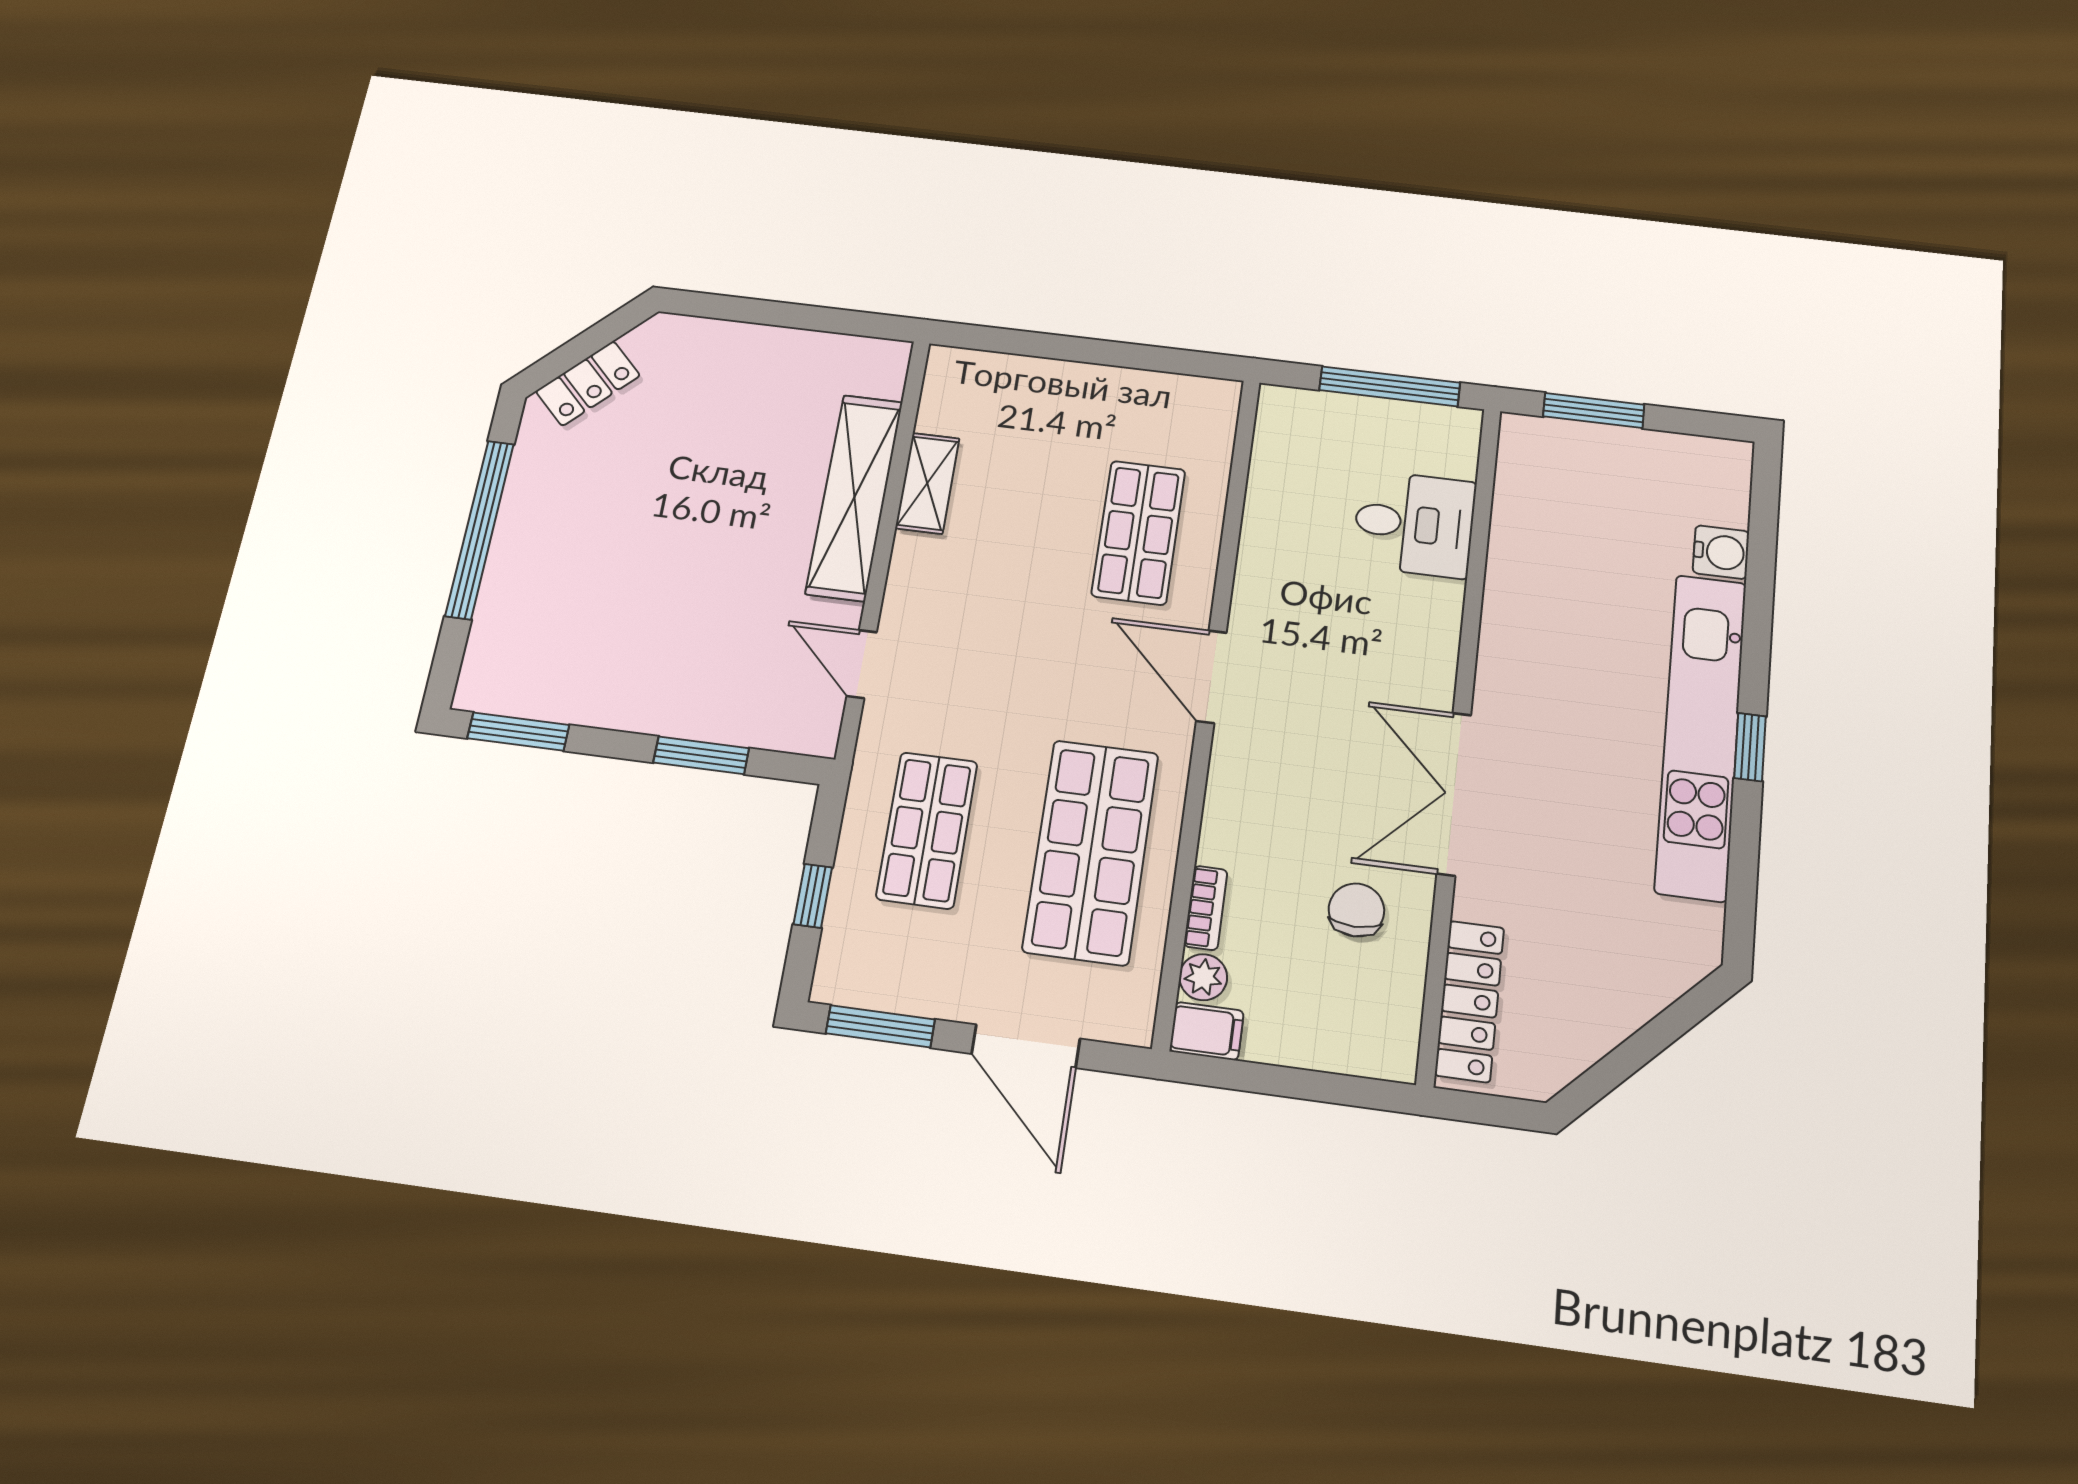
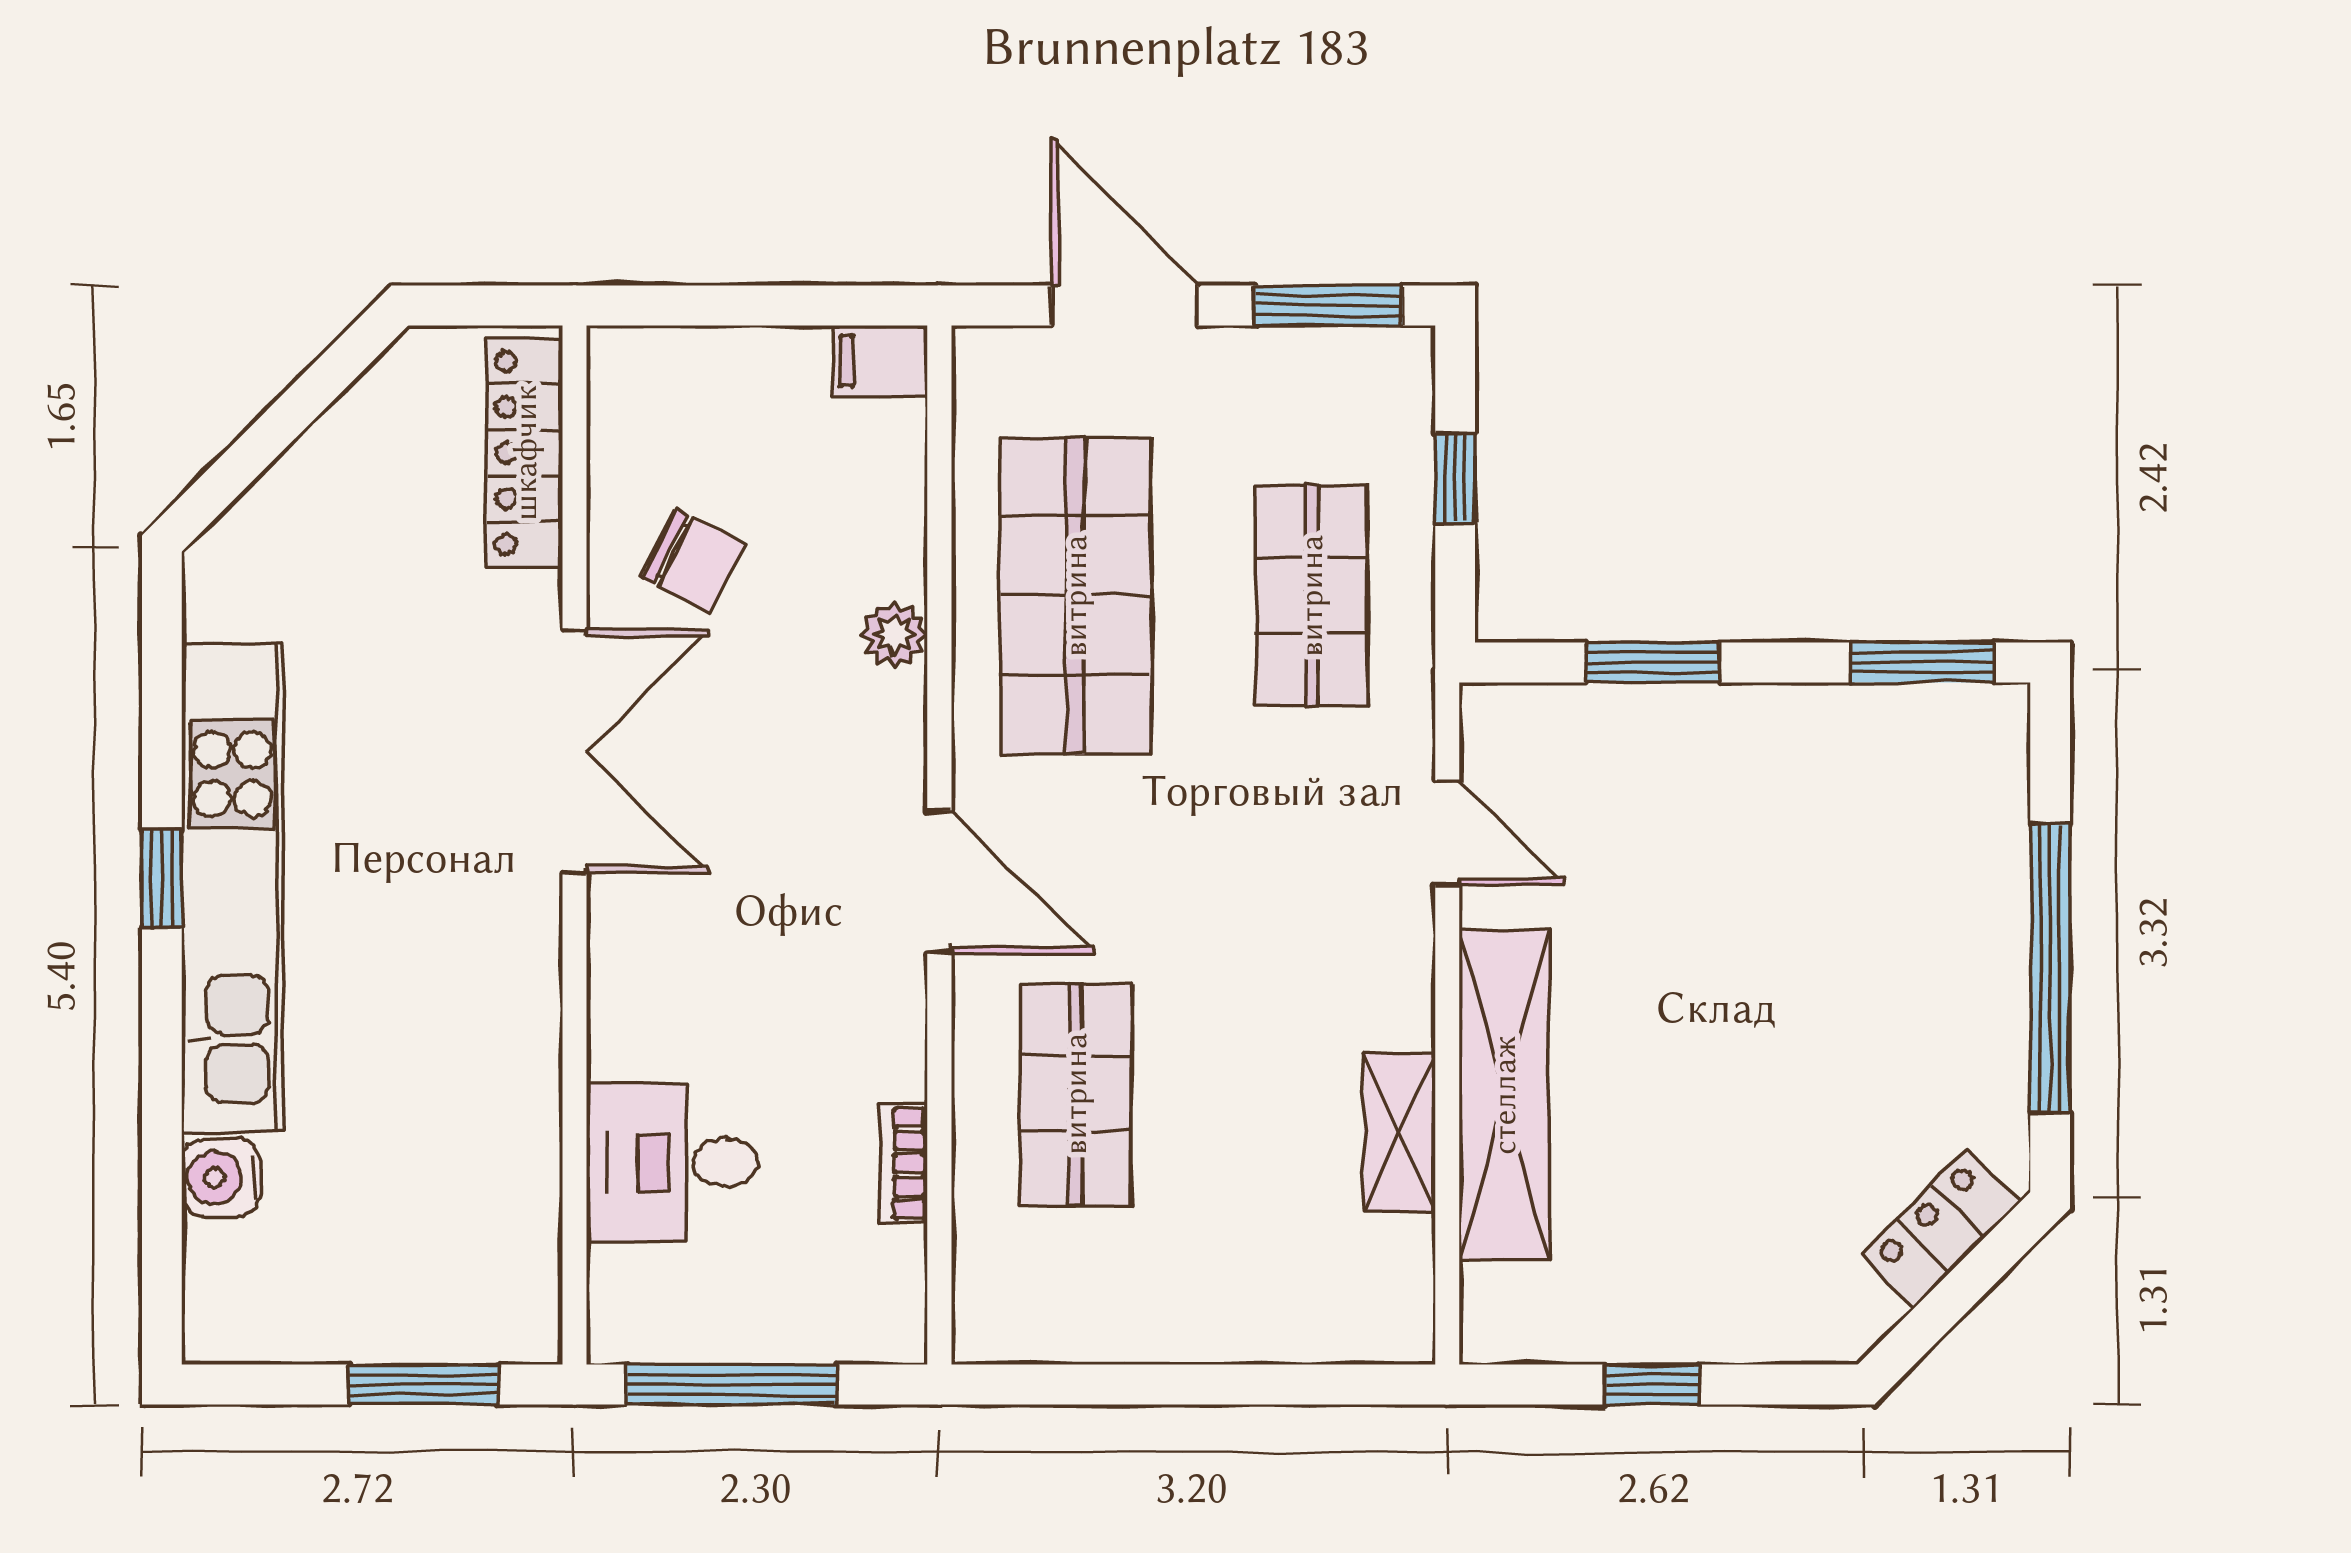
window: (792, 315) -> (1652, 1384), added
bookcase: (1206, 908) -> (904, 1163), moved
chair: (1356, 910) -> (694, 561), turned -63
plant: (1203, 977) -> (894, 635), moved

